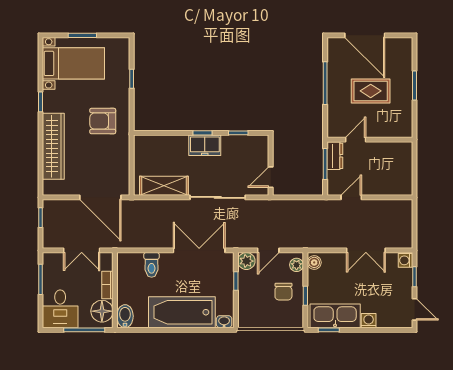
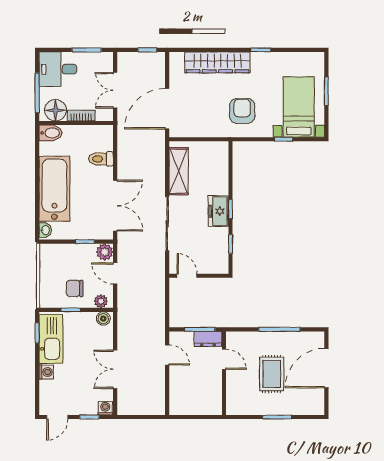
bed with nightstands: (73, 63) -> (299, 107), moved, turned 180

